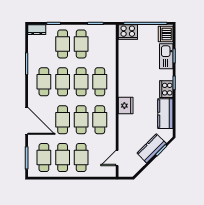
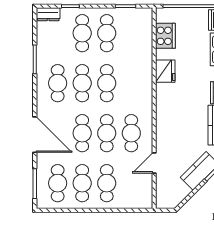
cooker: (128, 32) -> (165, 36), moved, turned -90
cafe table: (100, 82) -> (131, 83), removed
fridge: (126, 106) -> (165, 71), moved
door: (117, 158) -> (154, 163), moved

